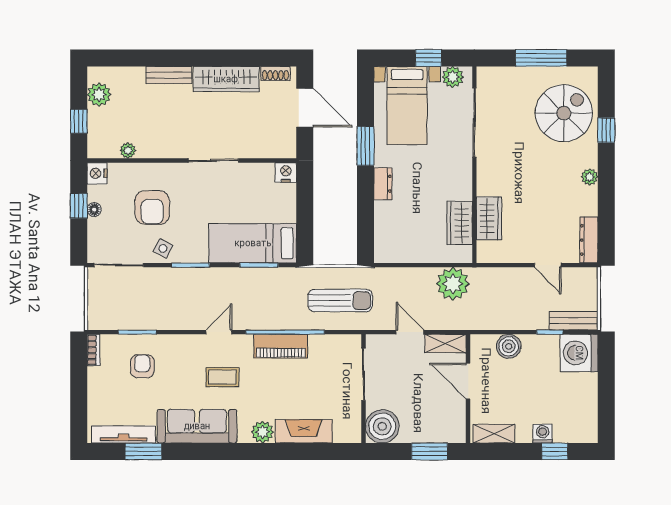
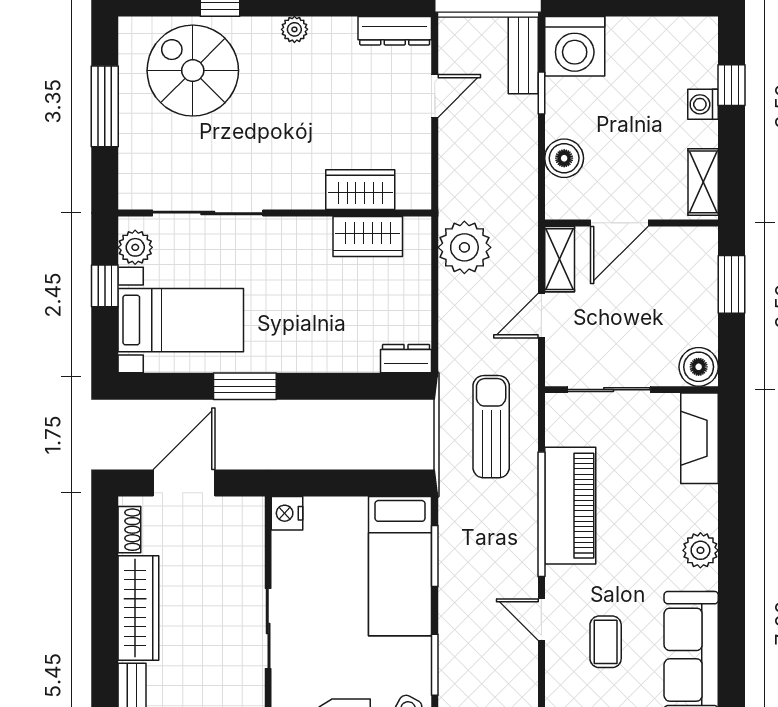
dresser: (383, 184) -> (406, 359), moved
piano: (281, 346) -> (570, 506), width x1.37, depth x1.33
coffee table: (222, 377) -> (606, 642), moved
boiler: (382, 426) -> (699, 367), width x0.73, depth x0.73
fireplace: (304, 431) -> (699, 438), moved

